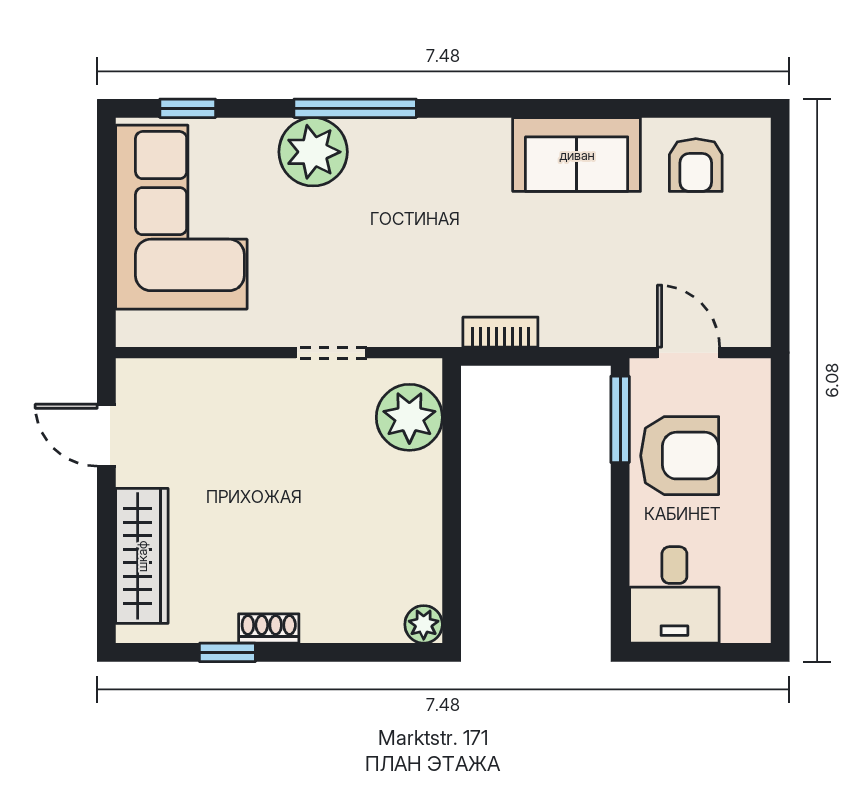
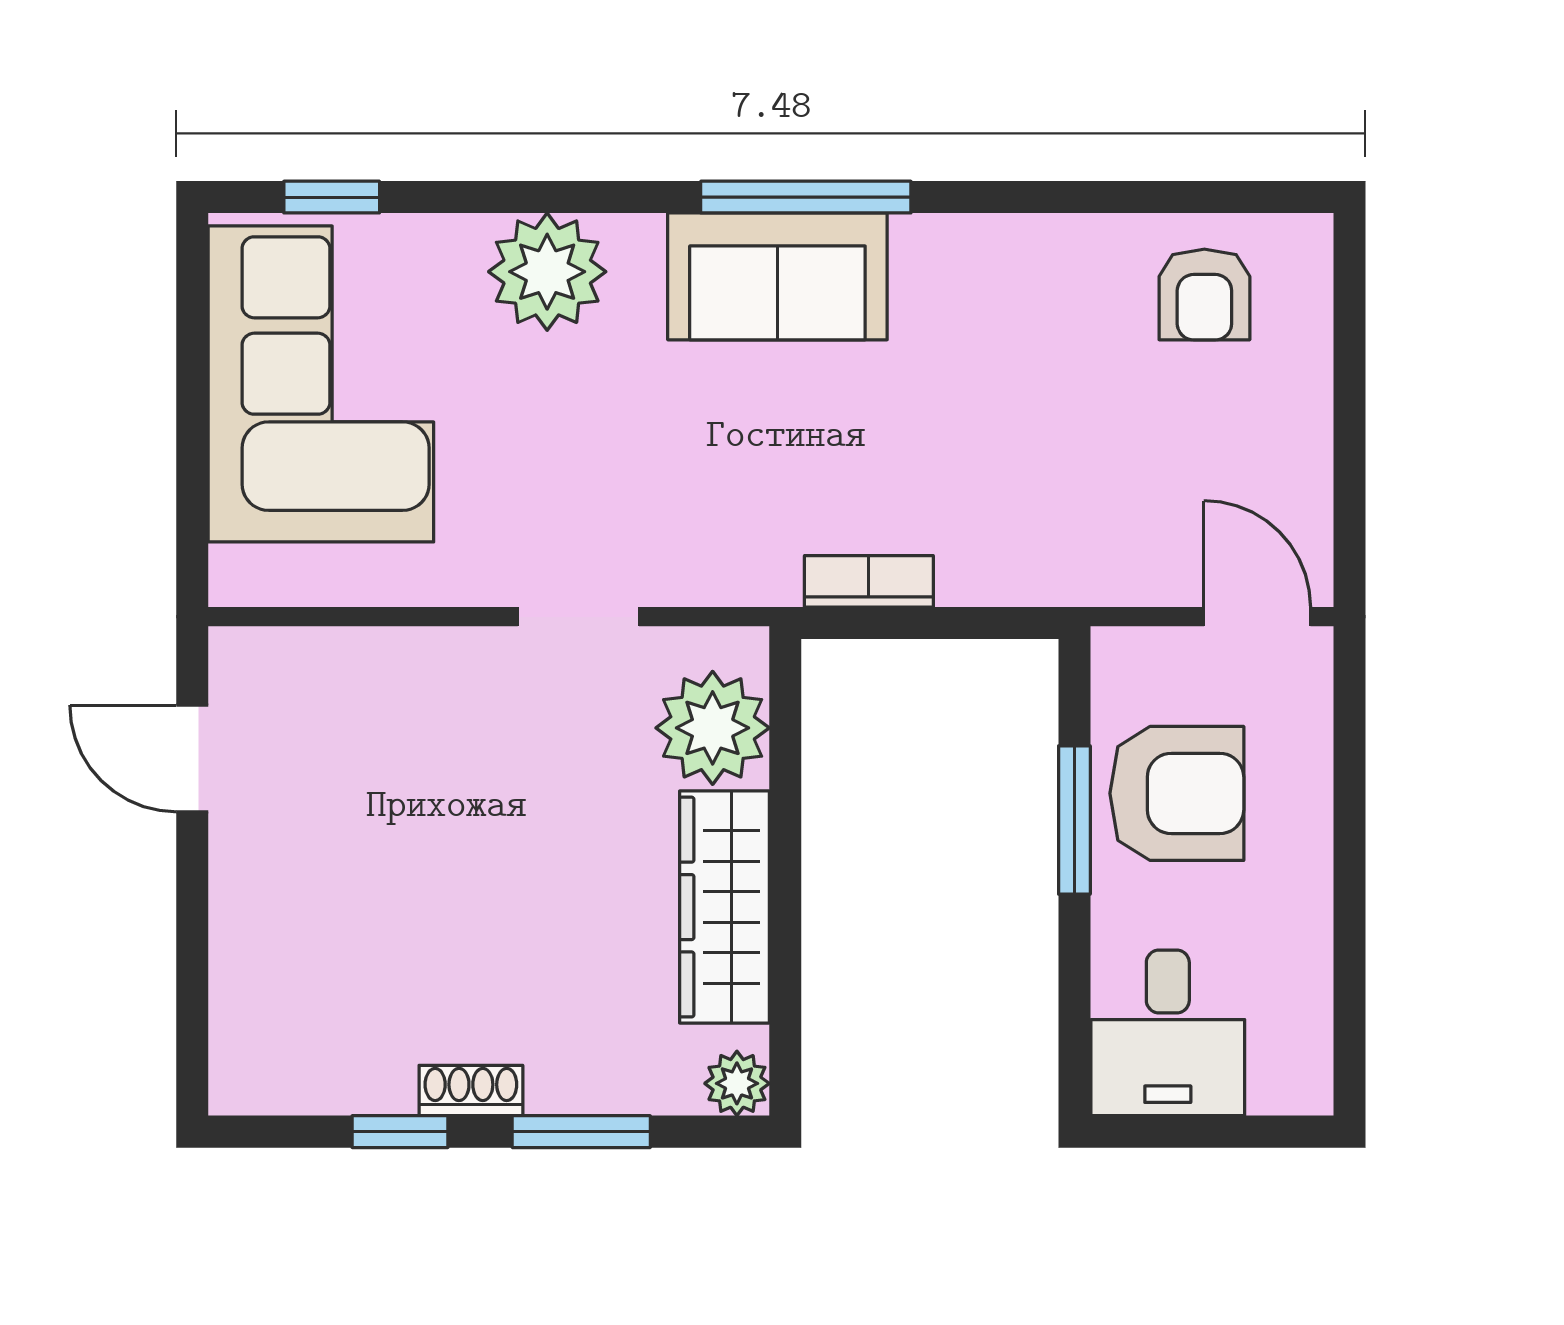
window: (355, 108) -> (806, 197), moved
sofa: (577, 155) -> (777, 276), moved
door: (689, 353) -> (1257, 617), moved
window: (620, 419) -> (1074, 820), moved
wardrobe: (142, 556) -> (724, 907), moved, turned 180
window: (333, 652) -> (581, 1132), added

